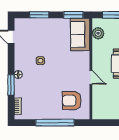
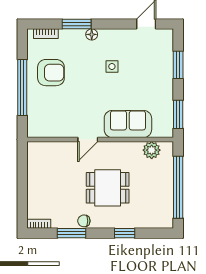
sofa: (80, 34) -> (128, 124), moved
armchair: (72, 101) -> (51, 73), moved, turned 90

